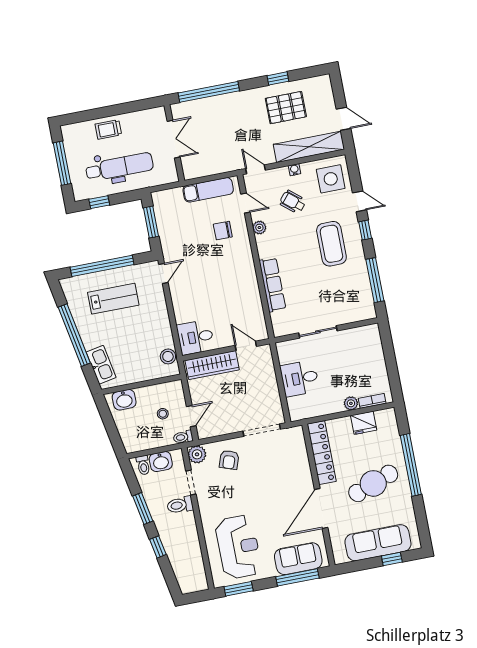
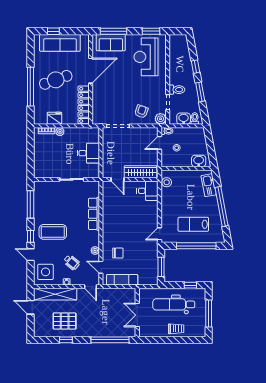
coffee table: (331, 244) -> (53, 232), turned 90

